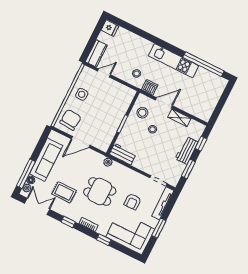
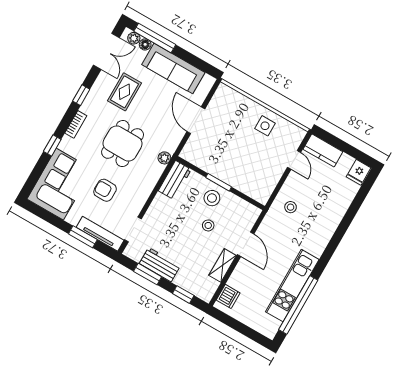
kitchen unit: (174, 61) -> (292, 286), moved
dishwasher: (150, 87) -> (228, 296), moved
stool: (142, 113) -> (212, 198), moved
chair: (70, 120) -> (229, 107), removed
workbench: (187, 150) -> (160, 265), moved
window: (159, 228) -> (83, 237), moved

